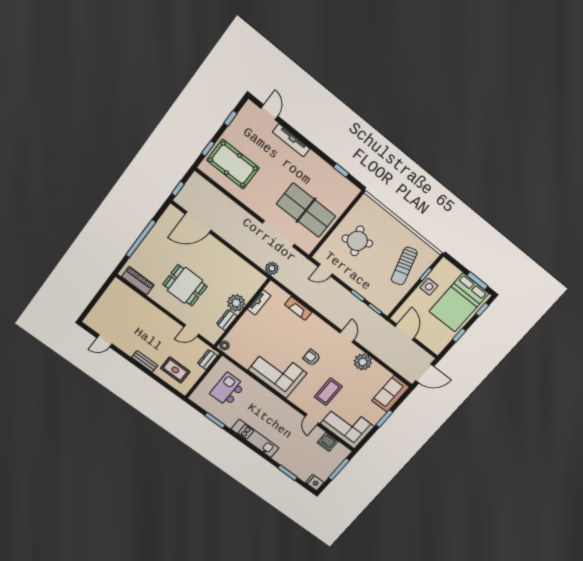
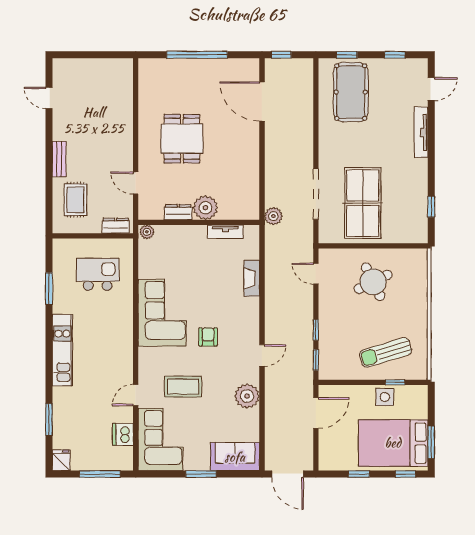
piano: (138, 281) -> (148, 85), removed

